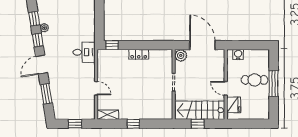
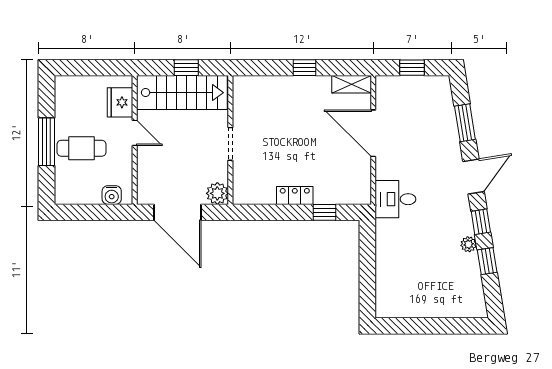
window: (112, 45) -> (325, 212), moved
door: (96, 88) -> (373, 133), width x1.87

